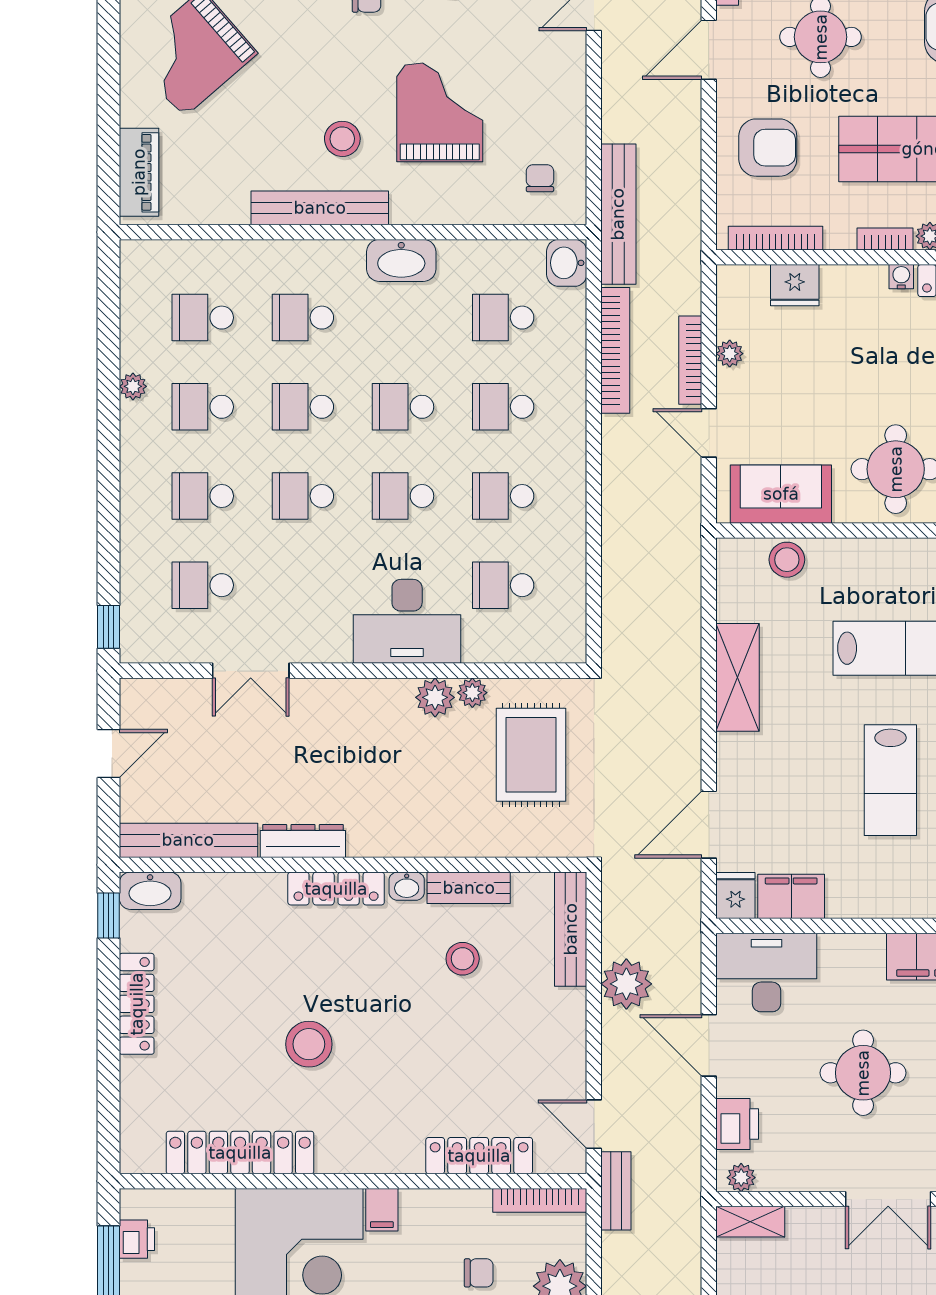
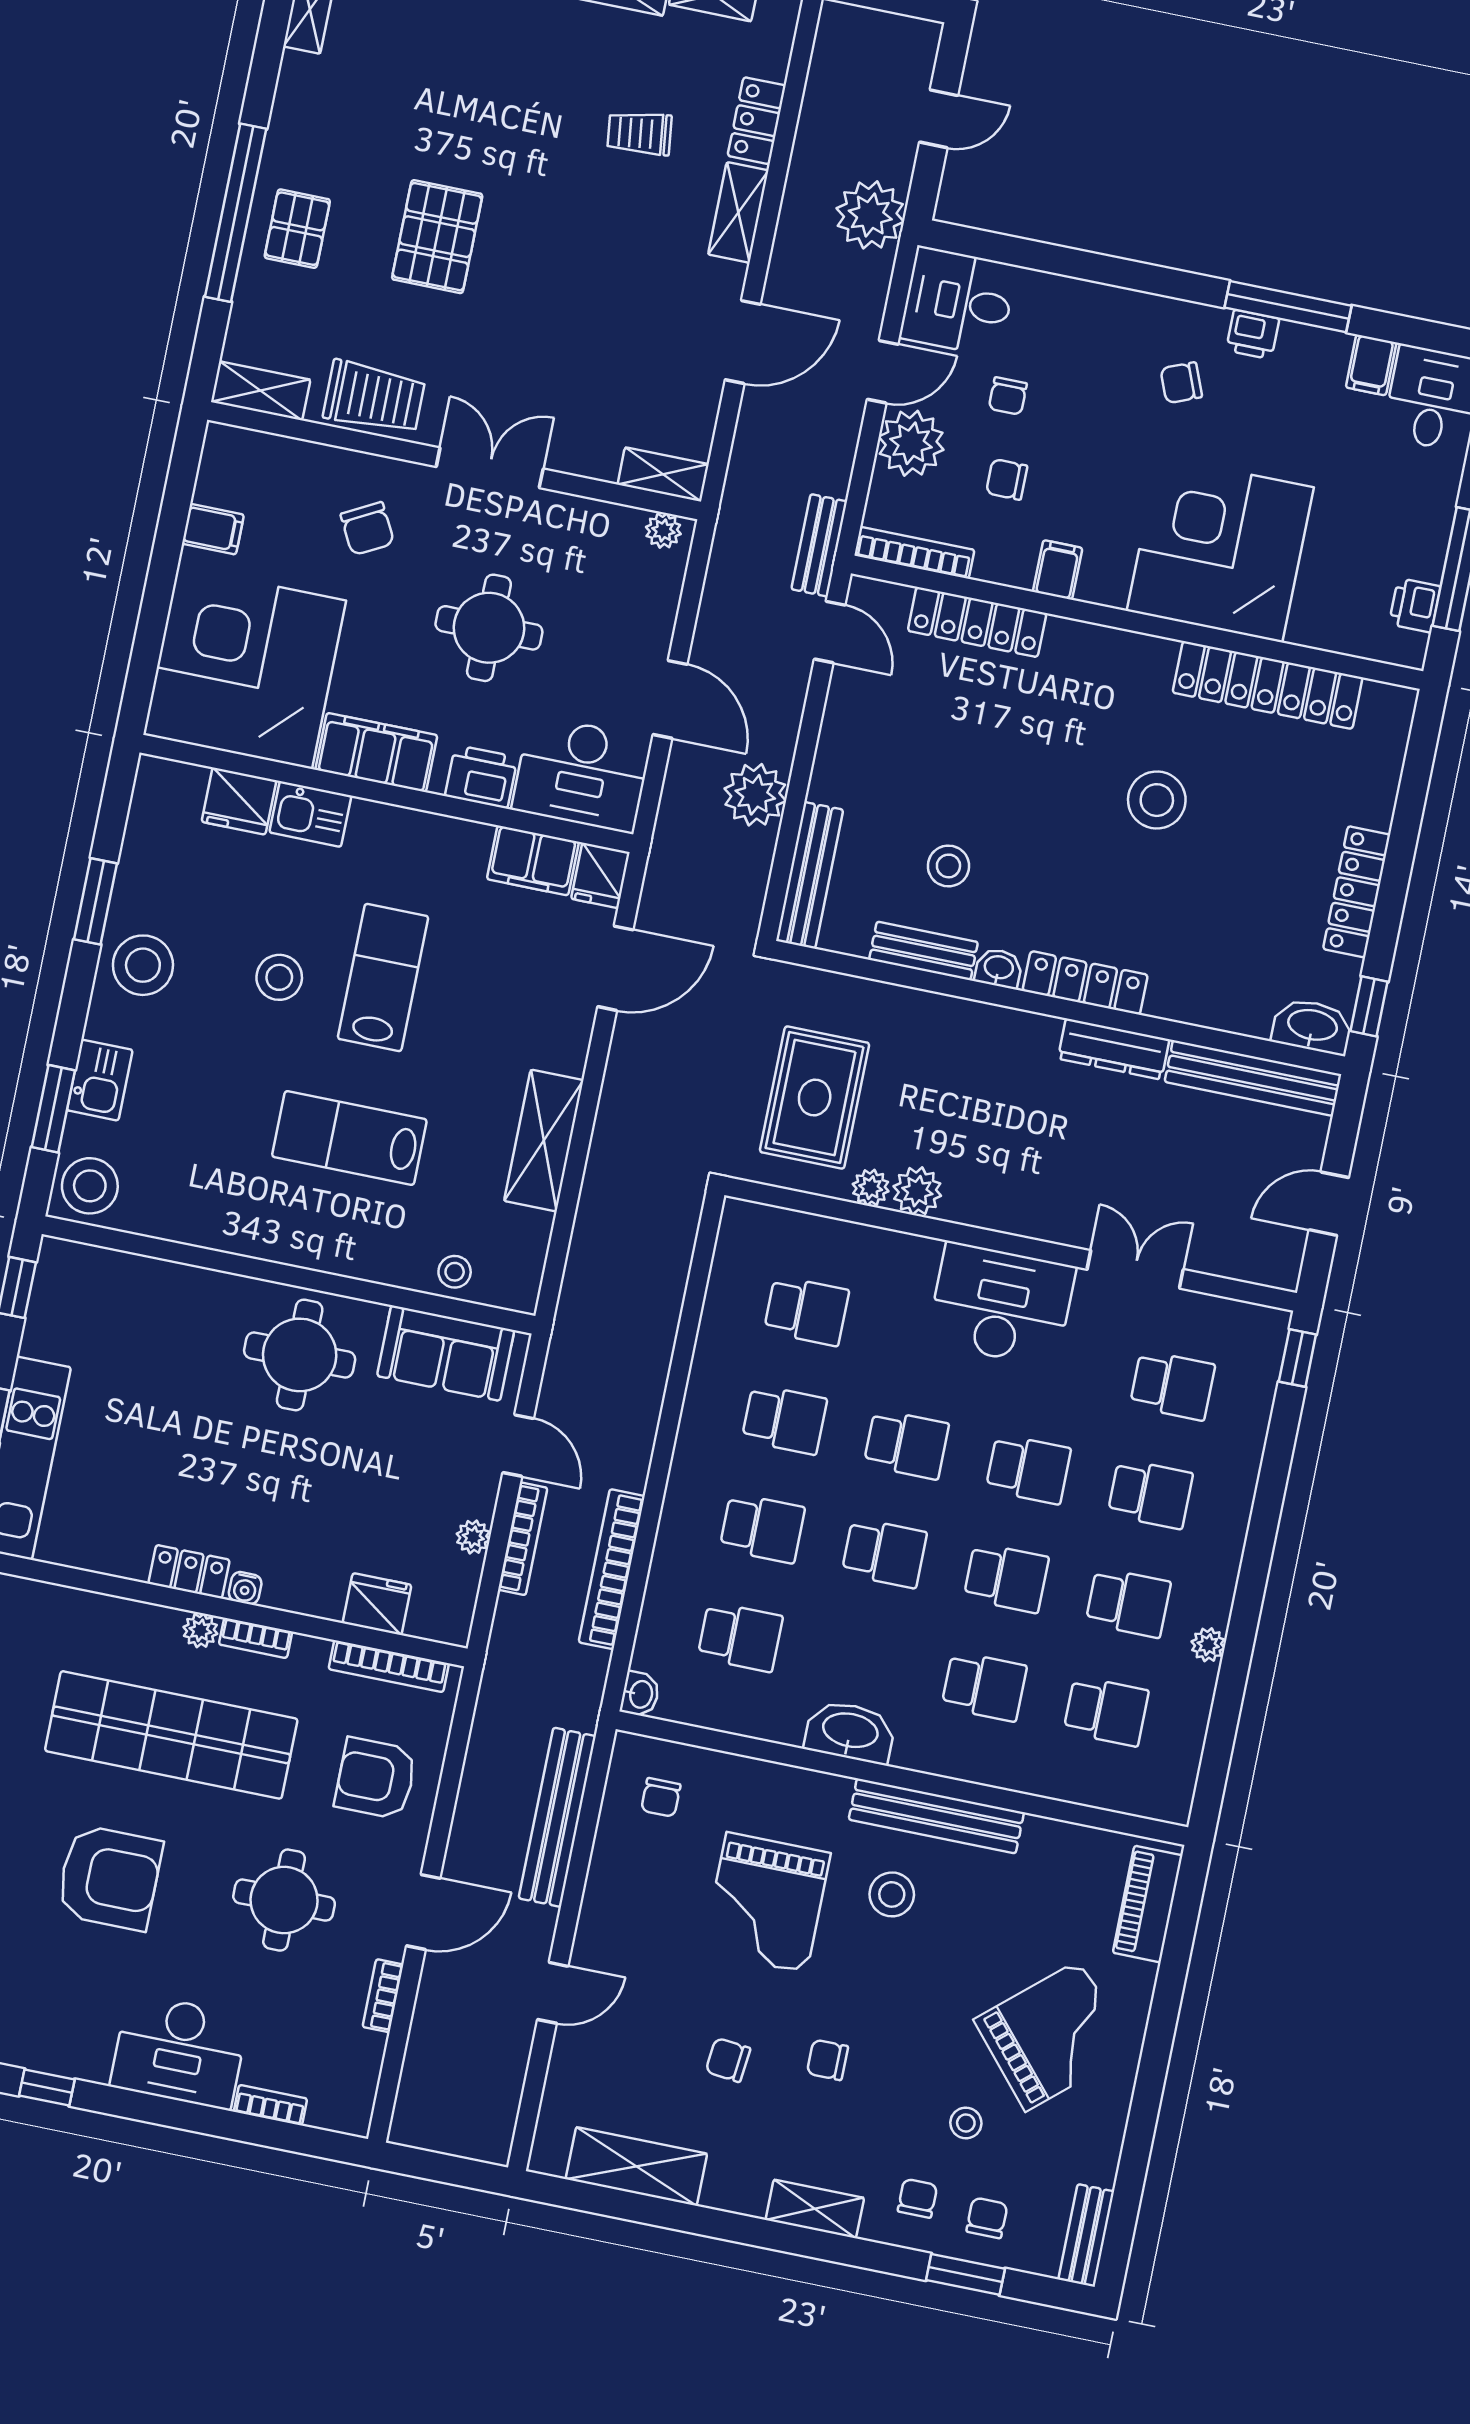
bench: (618, 214) -> (557, 1817), moved
washbasin: (567, 263) -> (640, 1694), width x0.72, depth x0.69
stool: (787, 560) -> (455, 1272), width x0.73, depth x0.73
desk: (407, 621) -> (1001, 1305), moved
printer: (737, 1124) -> (481, 777), moved, turned 90
filing cabinet: (382, 1210) -> (1058, 570), moved

